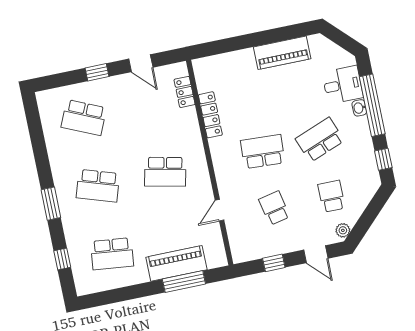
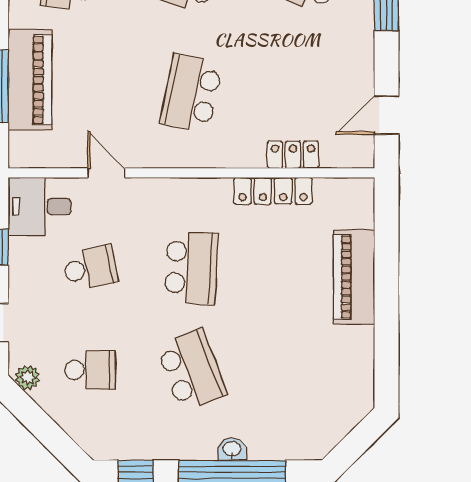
piano: (282, 53) -> (354, 277), moved
door: (141, 63) -> (387, 115), moved
desk: (343, 85) -> (40, 207), moved, turned 90
locker: (185, 92) -> (293, 155), moved

